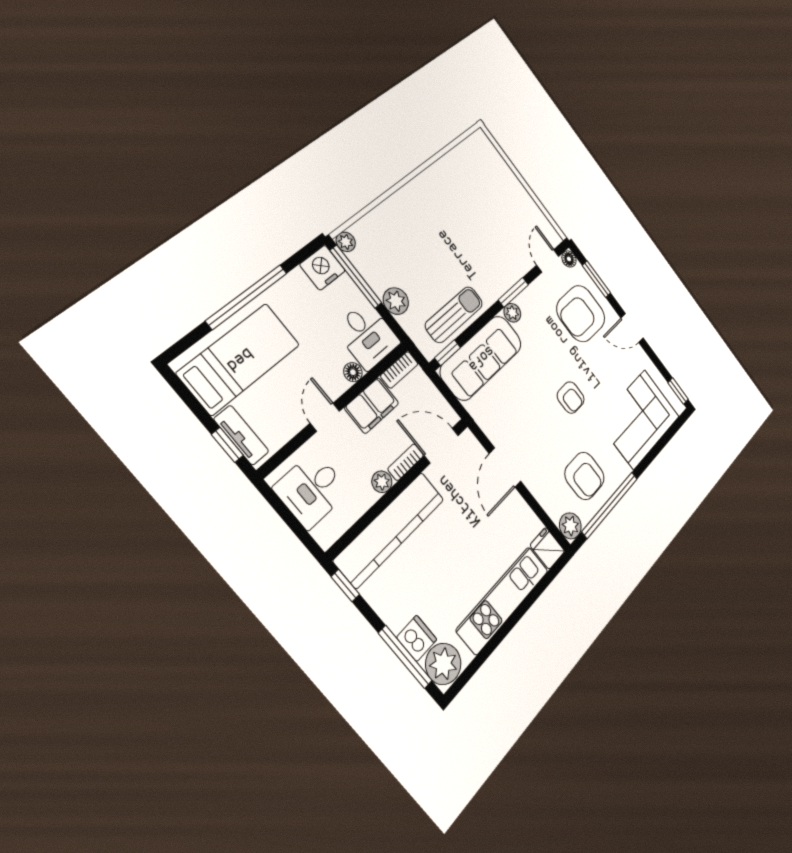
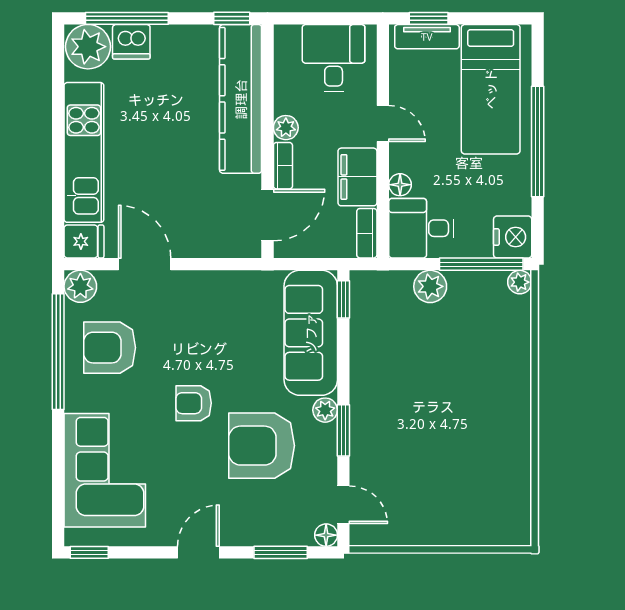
armchair: (581, 314) -> (262, 446), moved, turned -90
sun lounger: (454, 315) -> (372, 340), removed
door: (505, 468) -> (145, 264), moved

